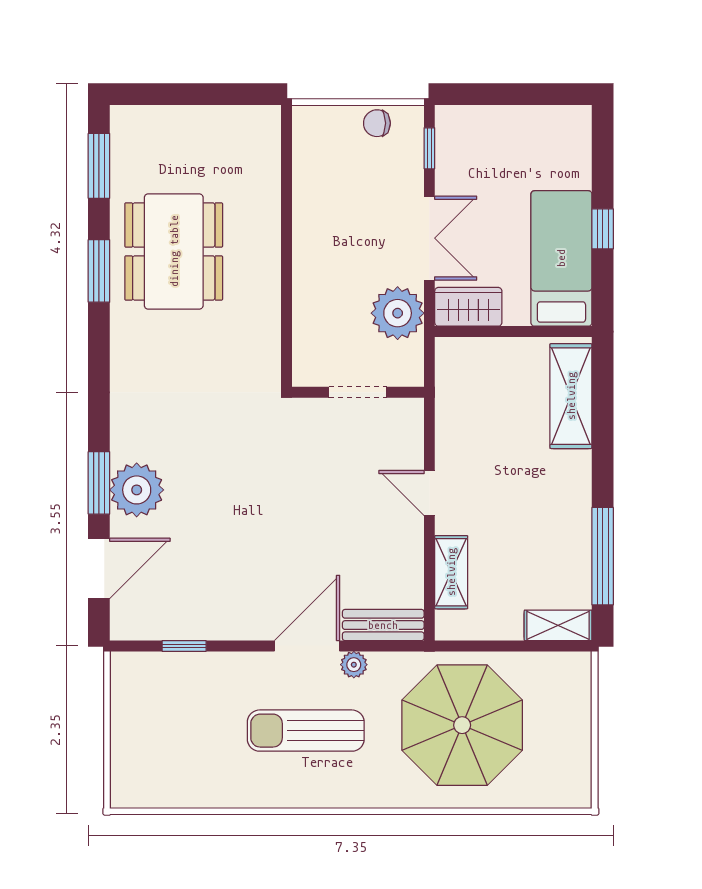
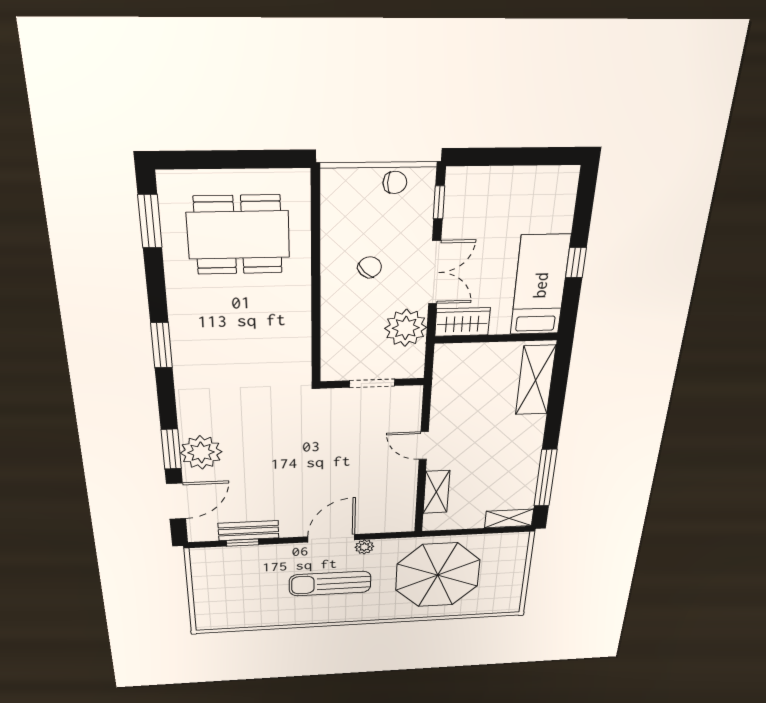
chair: (377, 123) -> (395, 182), turned 180
chair: (351, 229) -> (370, 267), added
dining table: (174, 251) -> (238, 235), moved, turned 90
window: (99, 271) -> (162, 345), moved
bench: (383, 625) -> (249, 531), moved

